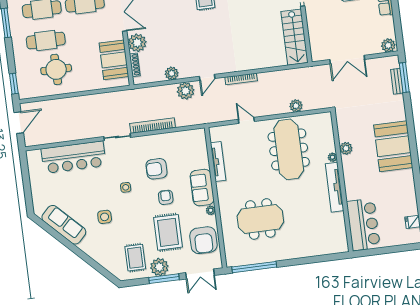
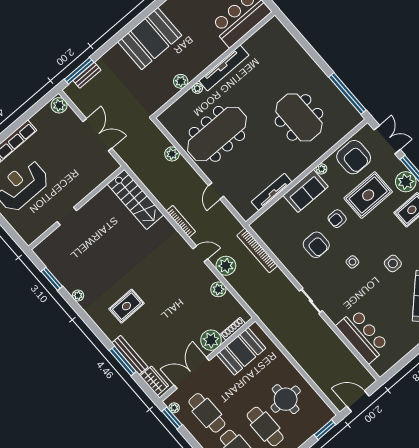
stairs: (295, 37) -> (136, 199), moved, turned 90
bookcase: (153, 126) -> (257, 250), moved
bar counter: (74, 157) -> (363, 336), width x0.73
armchair: (203, 240) -> (354, 157), turned 90

